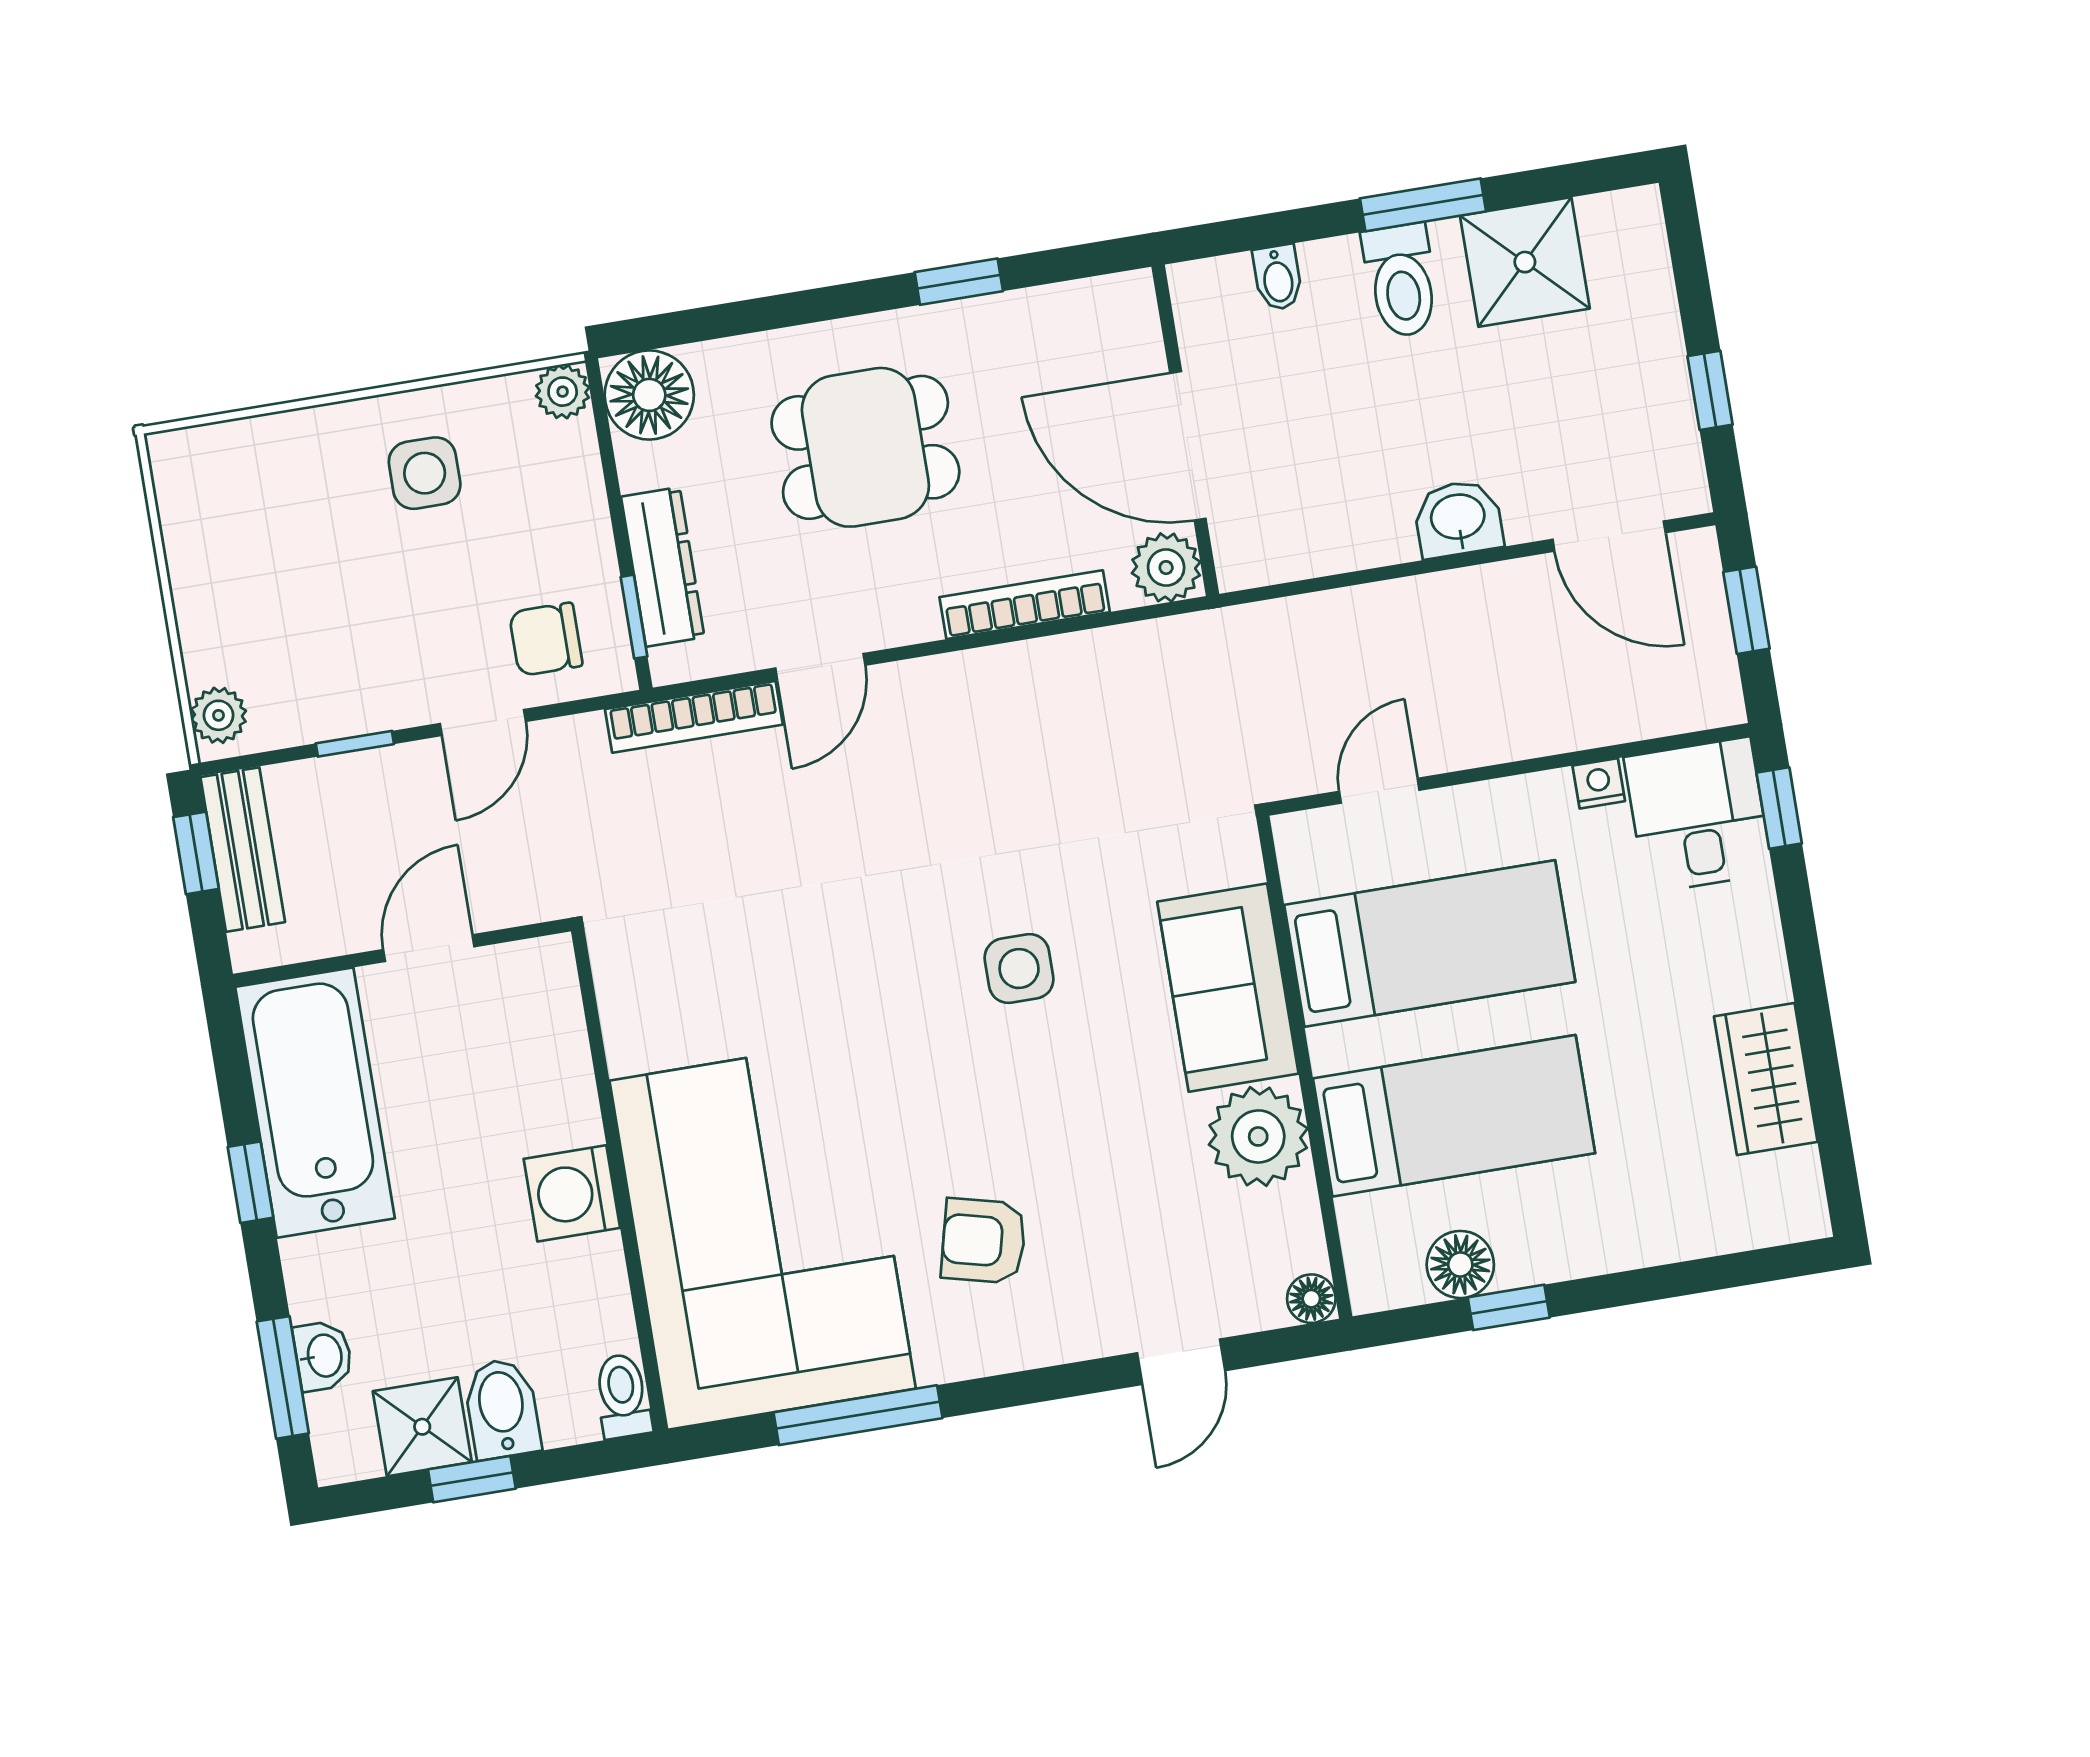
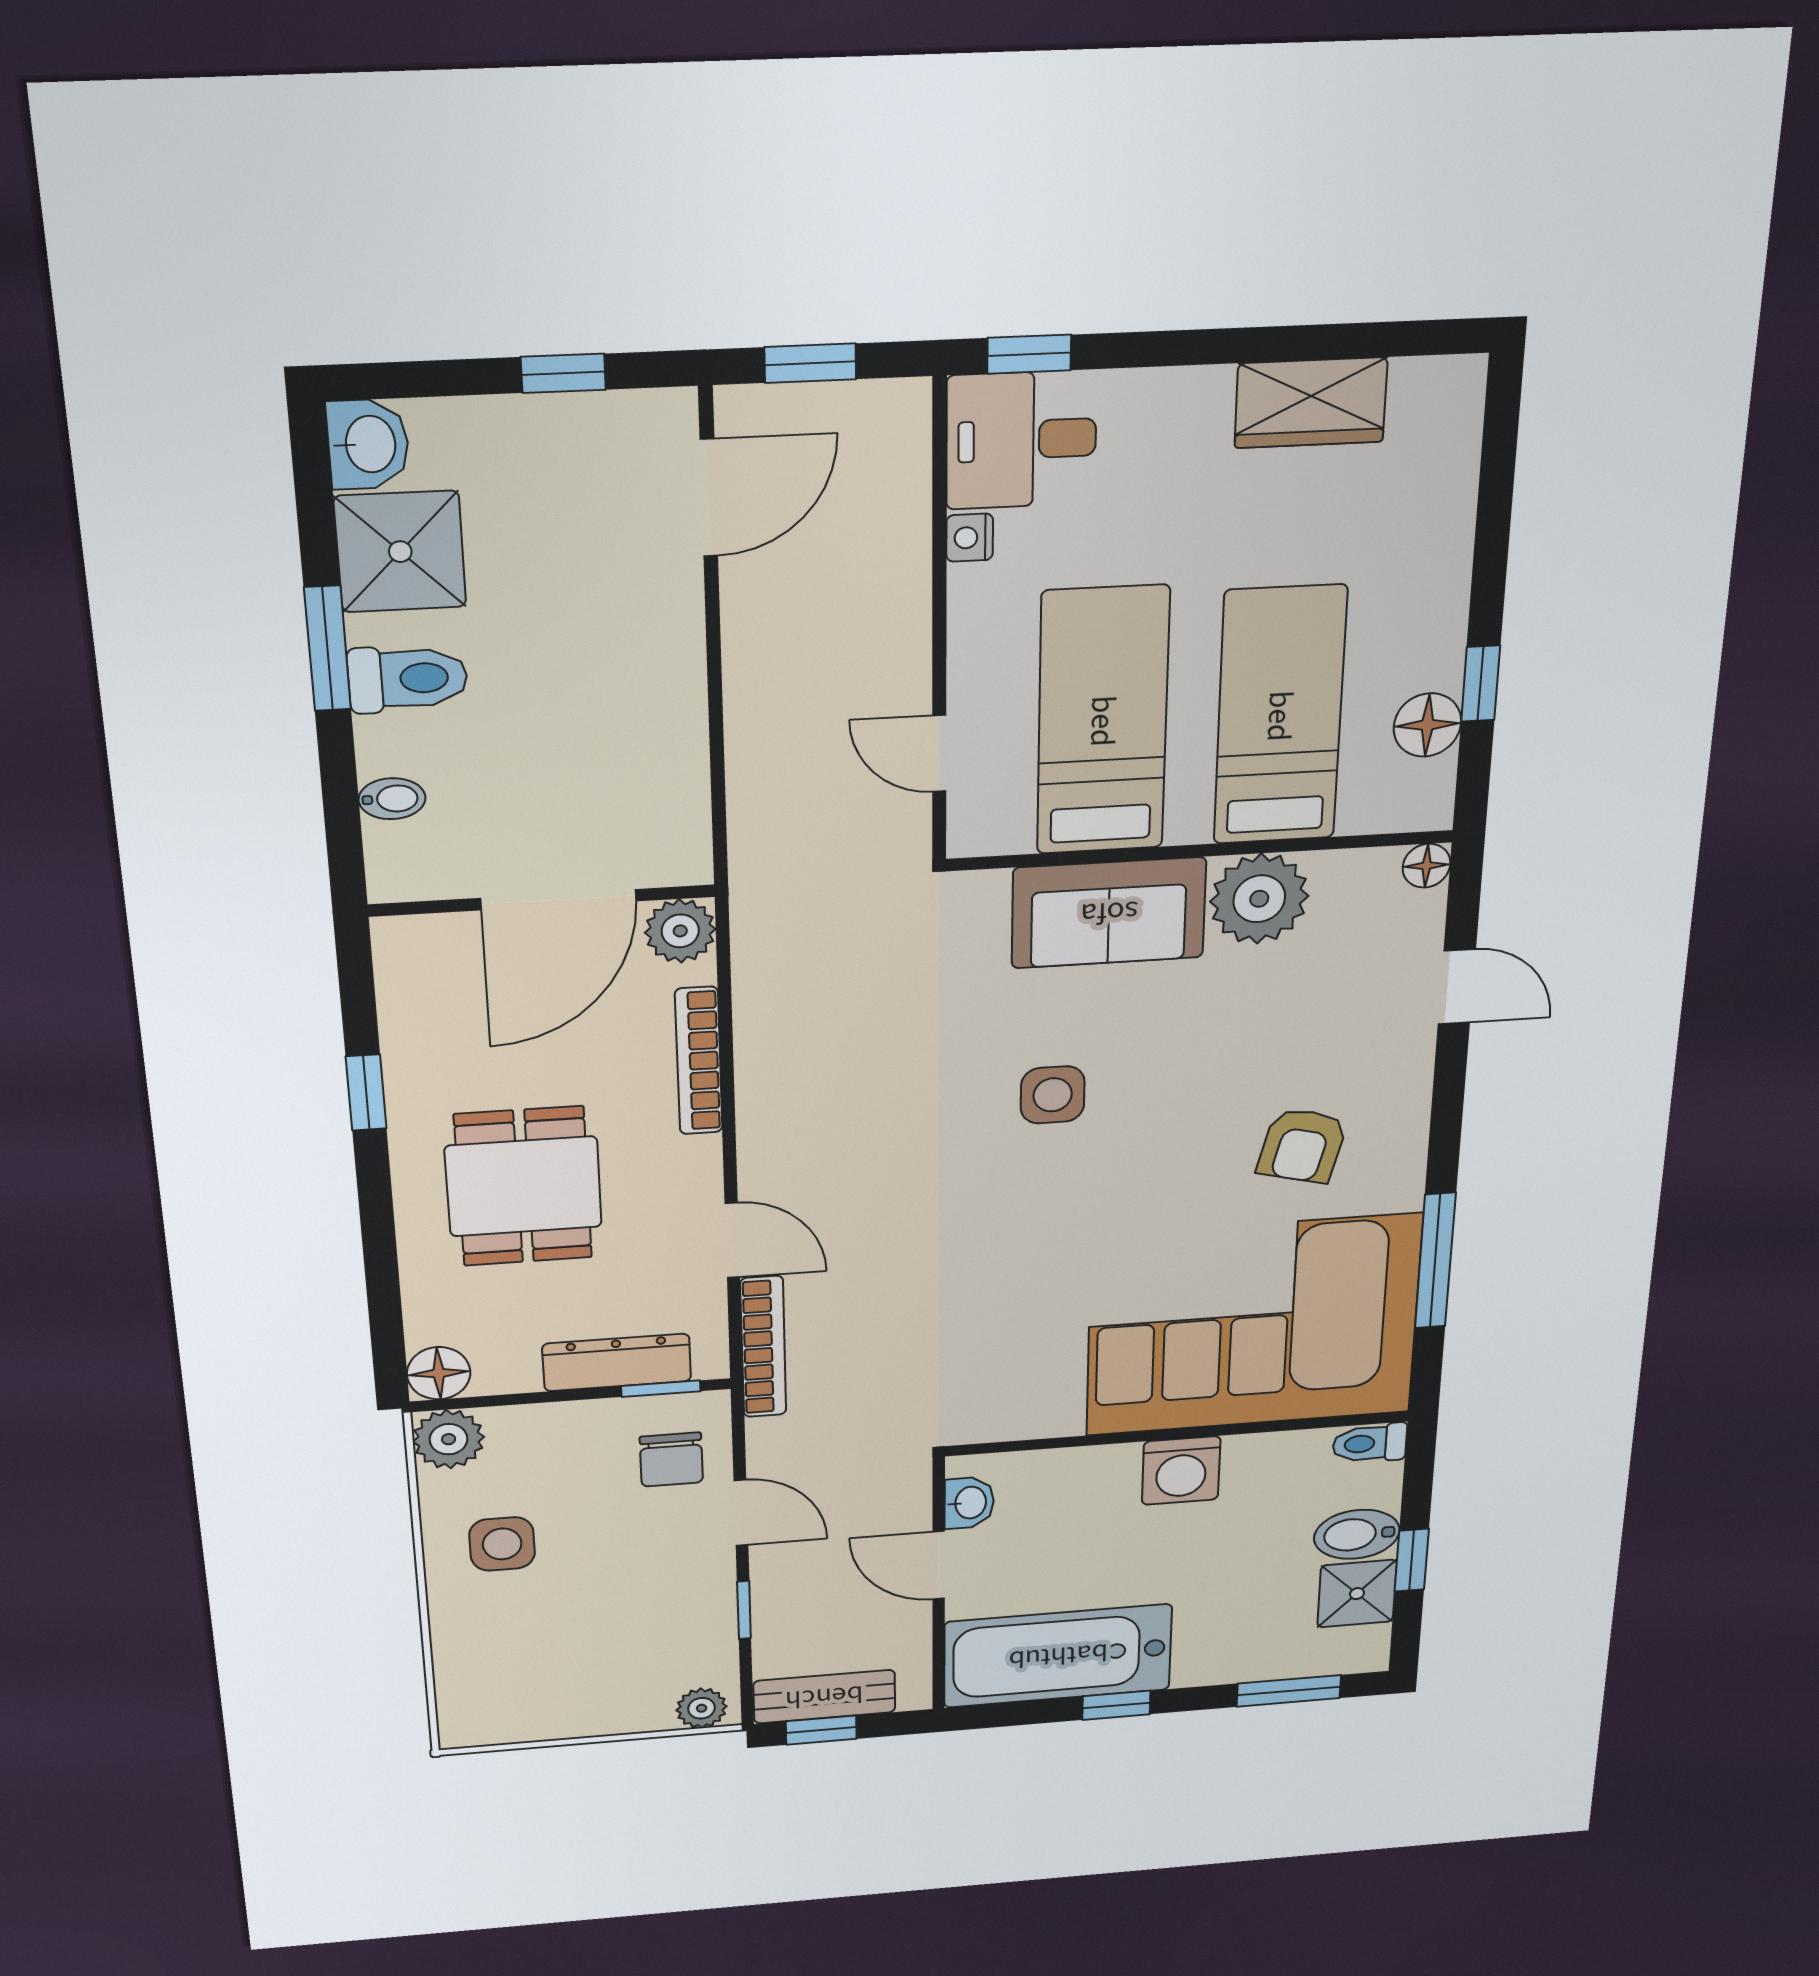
plant: (563, 392) -> (449, 1439), width x1.38, depth x1.38
floor lamp: (649, 395) -> (439, 1373), width x0.73, depth x0.73
washbasin: (1458, 519) -> (368, 444), moved, turned 180
washbasin: (323, 1356) -> (969, 1503), moved, turned 90

